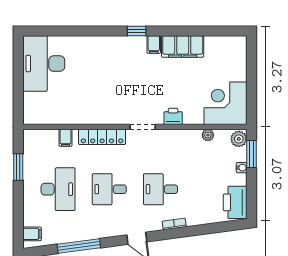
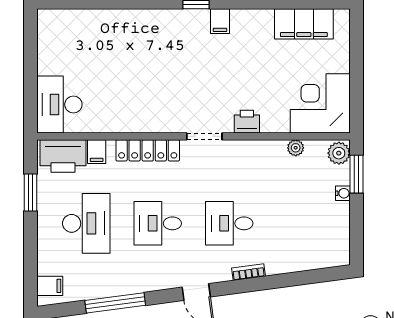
filing cabinet: (183, 46) -> (304, 24), moved
desk: (44, 64) -> (59, 104), moved, width x0.73, depth x0.77
printer: (235, 202) -> (63, 156), moved, turned -90

